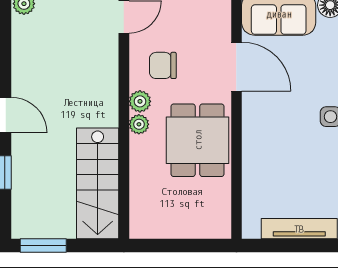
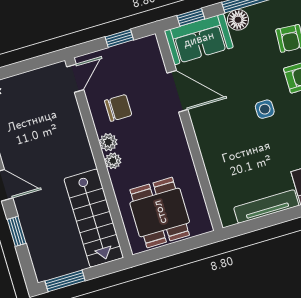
chair: (163, 65) -> (118, 108), turned 180
dining table: (198, 140) -> (160, 212), moved

